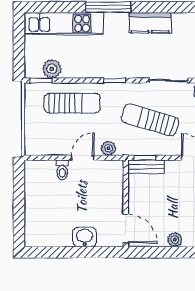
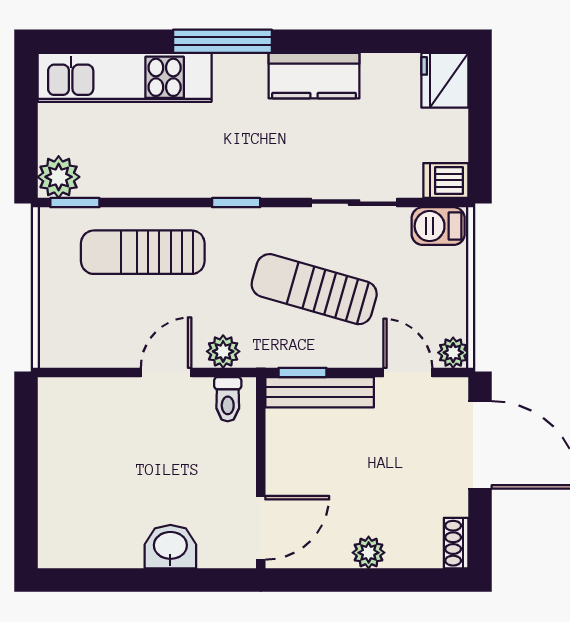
plant: (52, 69) -> (59, 177), moved
sun lounger: (72, 103) -> (143, 252), turned 180
bench: (146, 167) -> (320, 392), width x1.36
toilet: (62, 170) -> (228, 399), moved
door: (126, 228) -> (261, 528), hinge flipped

